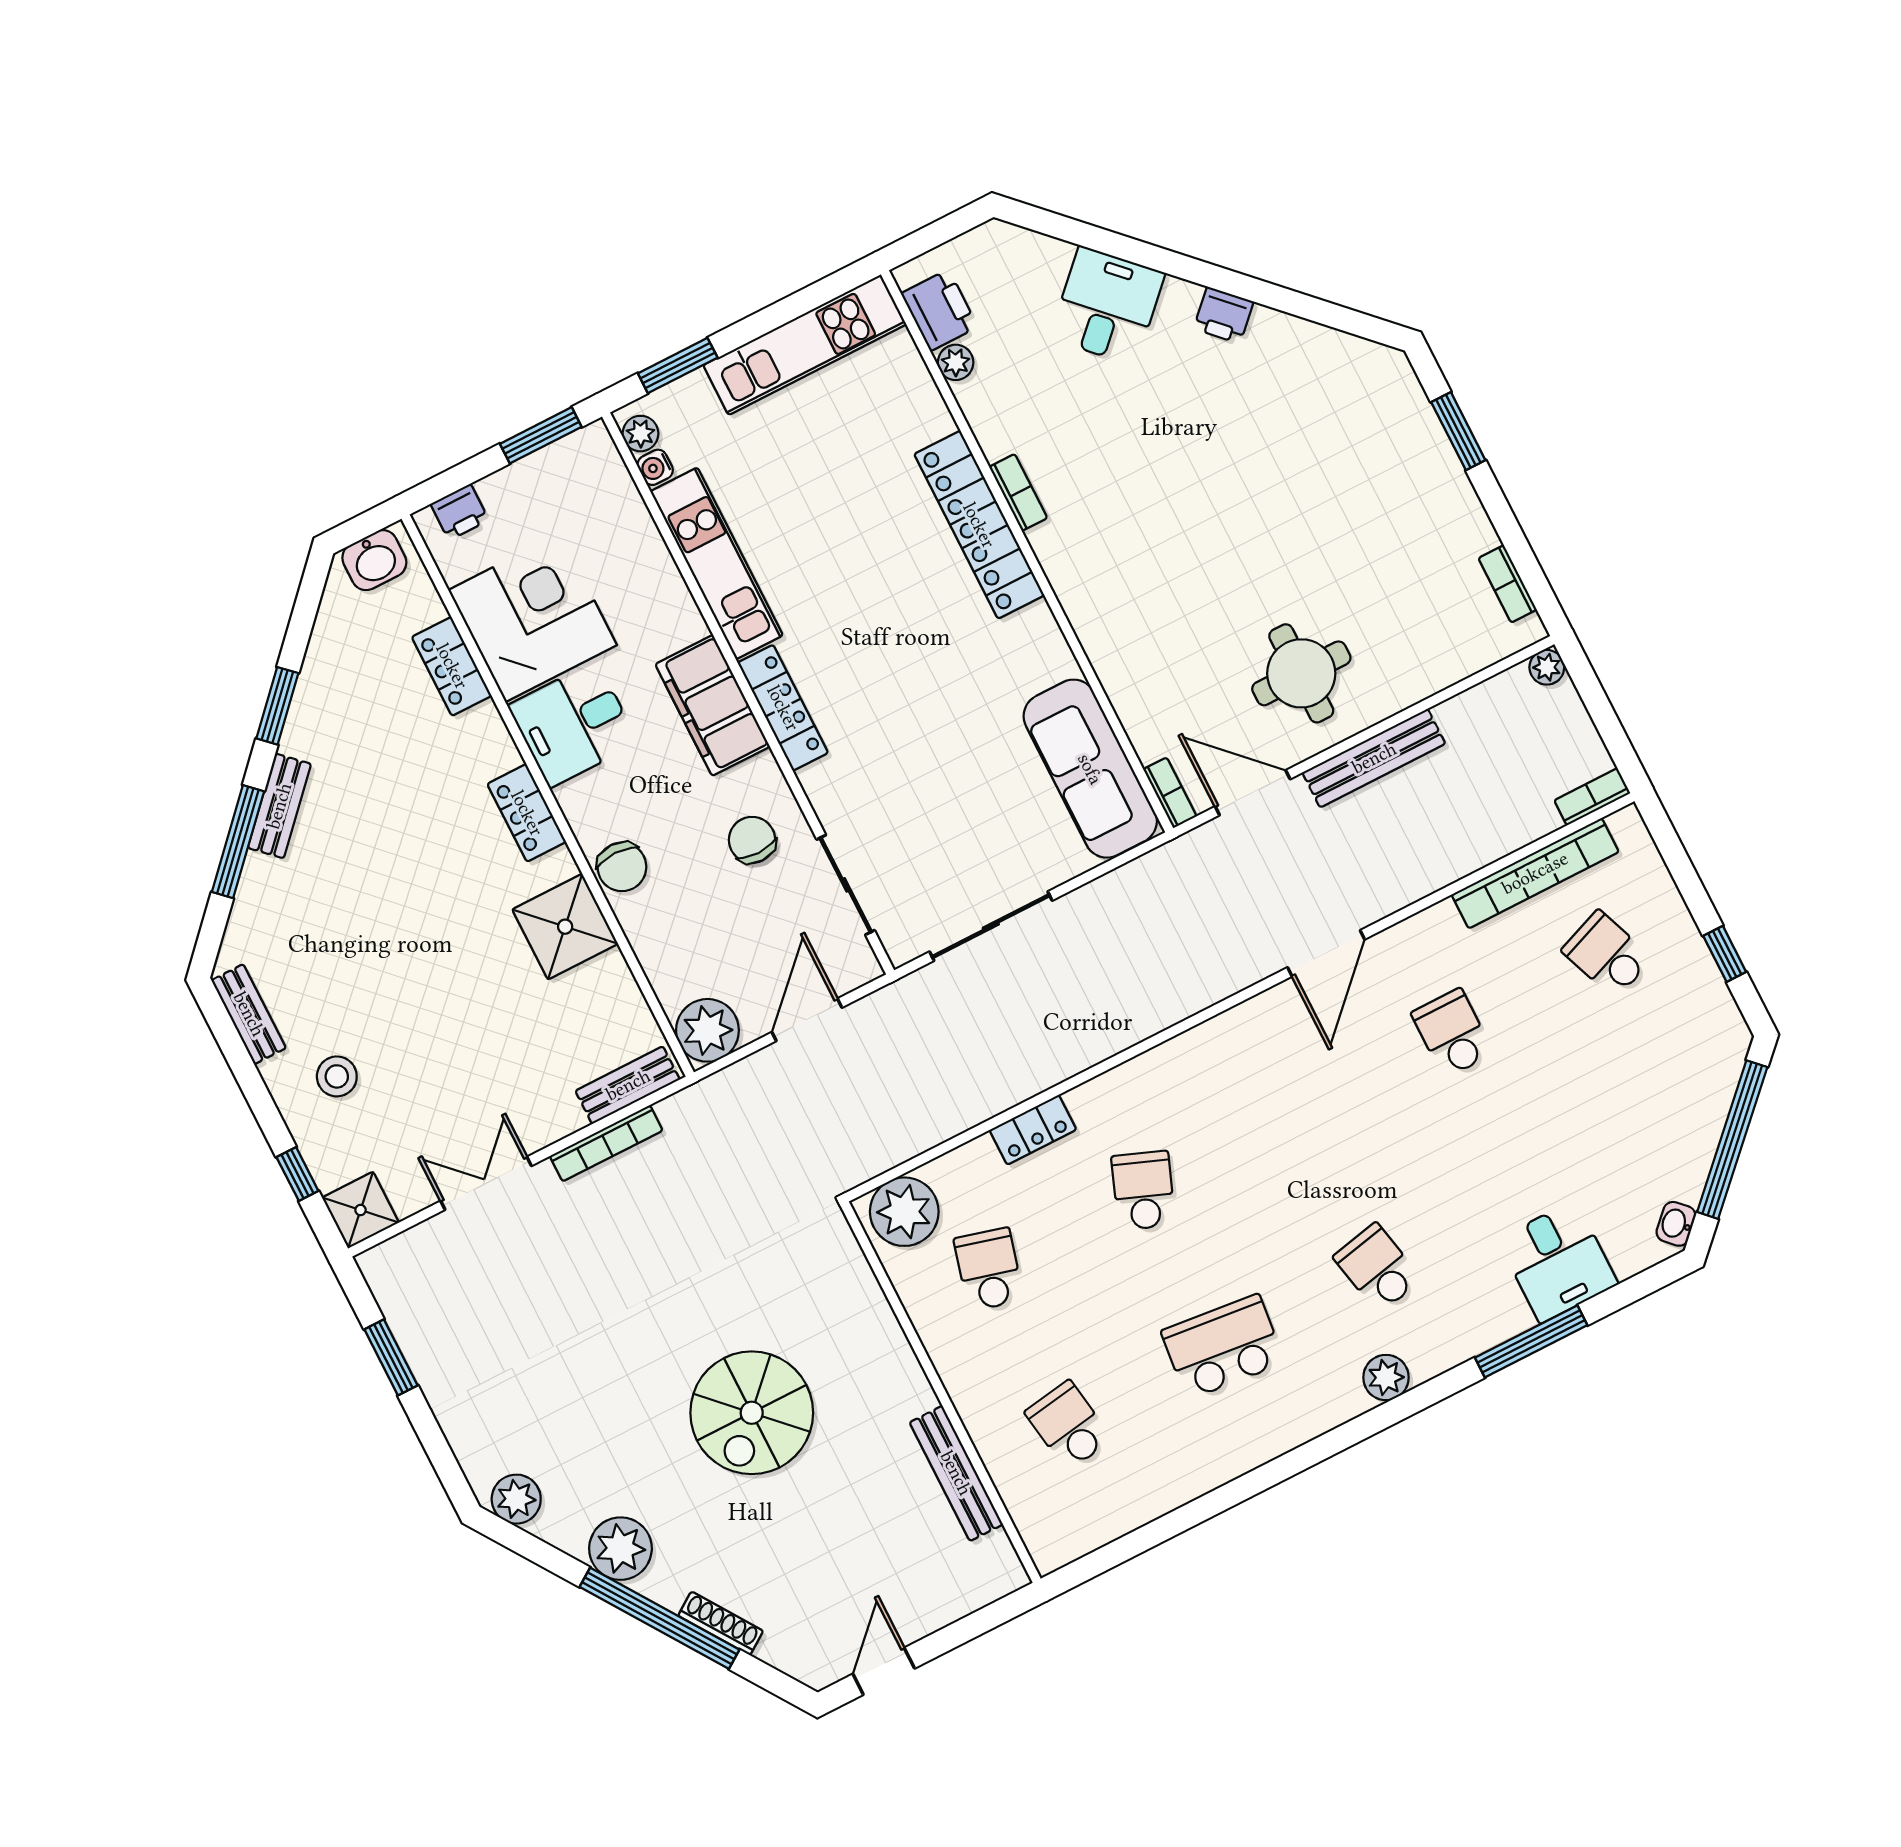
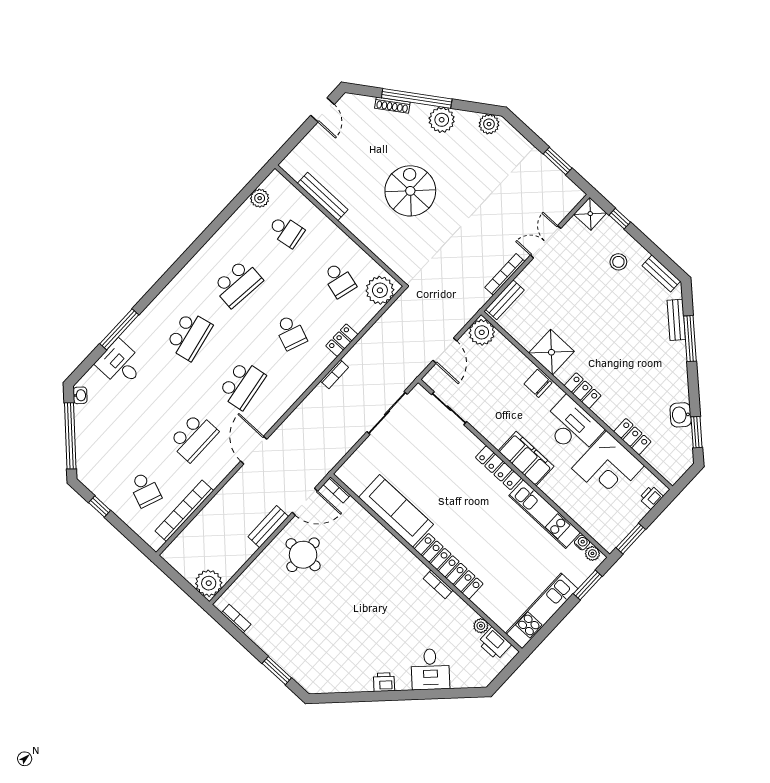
washbasin: (374, 560) -> (681, 415), moved, turned -47
plant: (1547, 667) -> (209, 583), width x1.88, depth x1.88
window: (277, 706) -> (697, 432), moved
desk: (573, 724) -> (572, 427), width x1.37
bench: (1374, 758) -> (268, 527), width x0.73
sofa: (1090, 769) -> (396, 511), moved
bookcase: (1592, 797) -> (334, 374), moved
bench: (279, 806) -> (676, 320), moved
chair: (752, 840) -> (492, 412), removed
school desk: (1607, 954) -> (145, 490), turned 42
school desk: (1452, 1033) -> (194, 437), width x1.85
school desk: (1298, 1112) -> (242, 385), added
double door: (486, 1183) -> (546, 242), swing flipped
school desk: (1377, 1268) -> (189, 336), width x1.85
plant: (1386, 1377) -> (260, 198), moved

